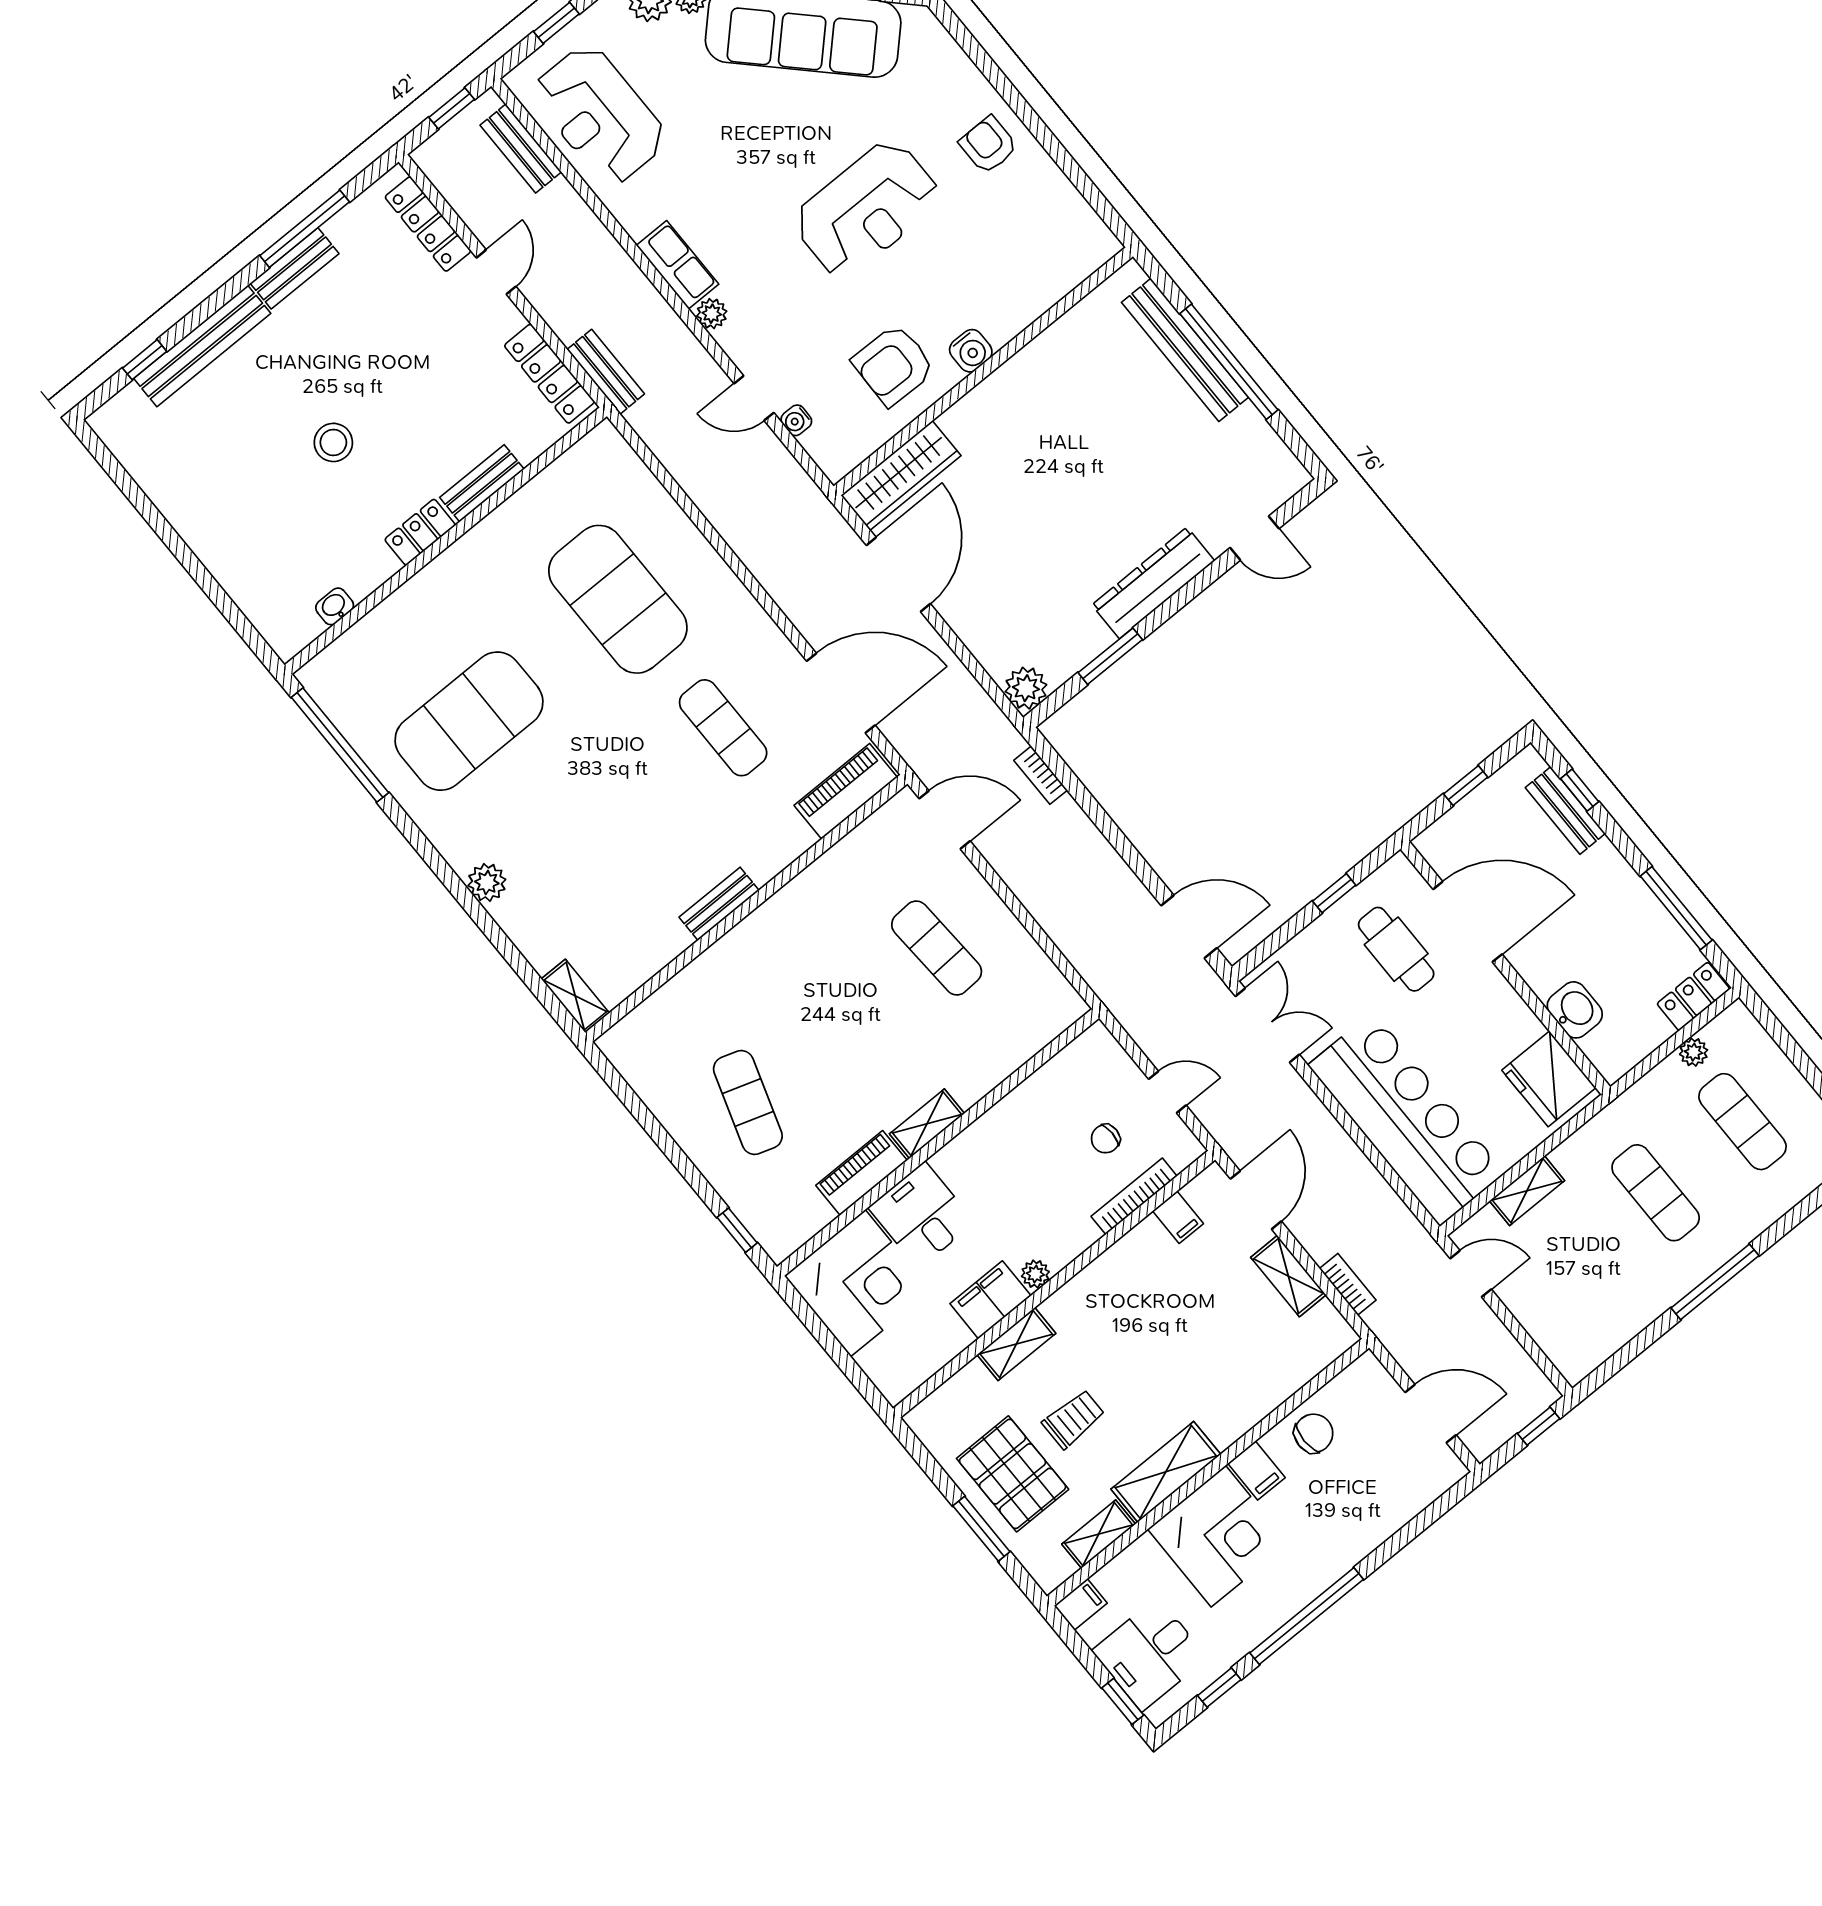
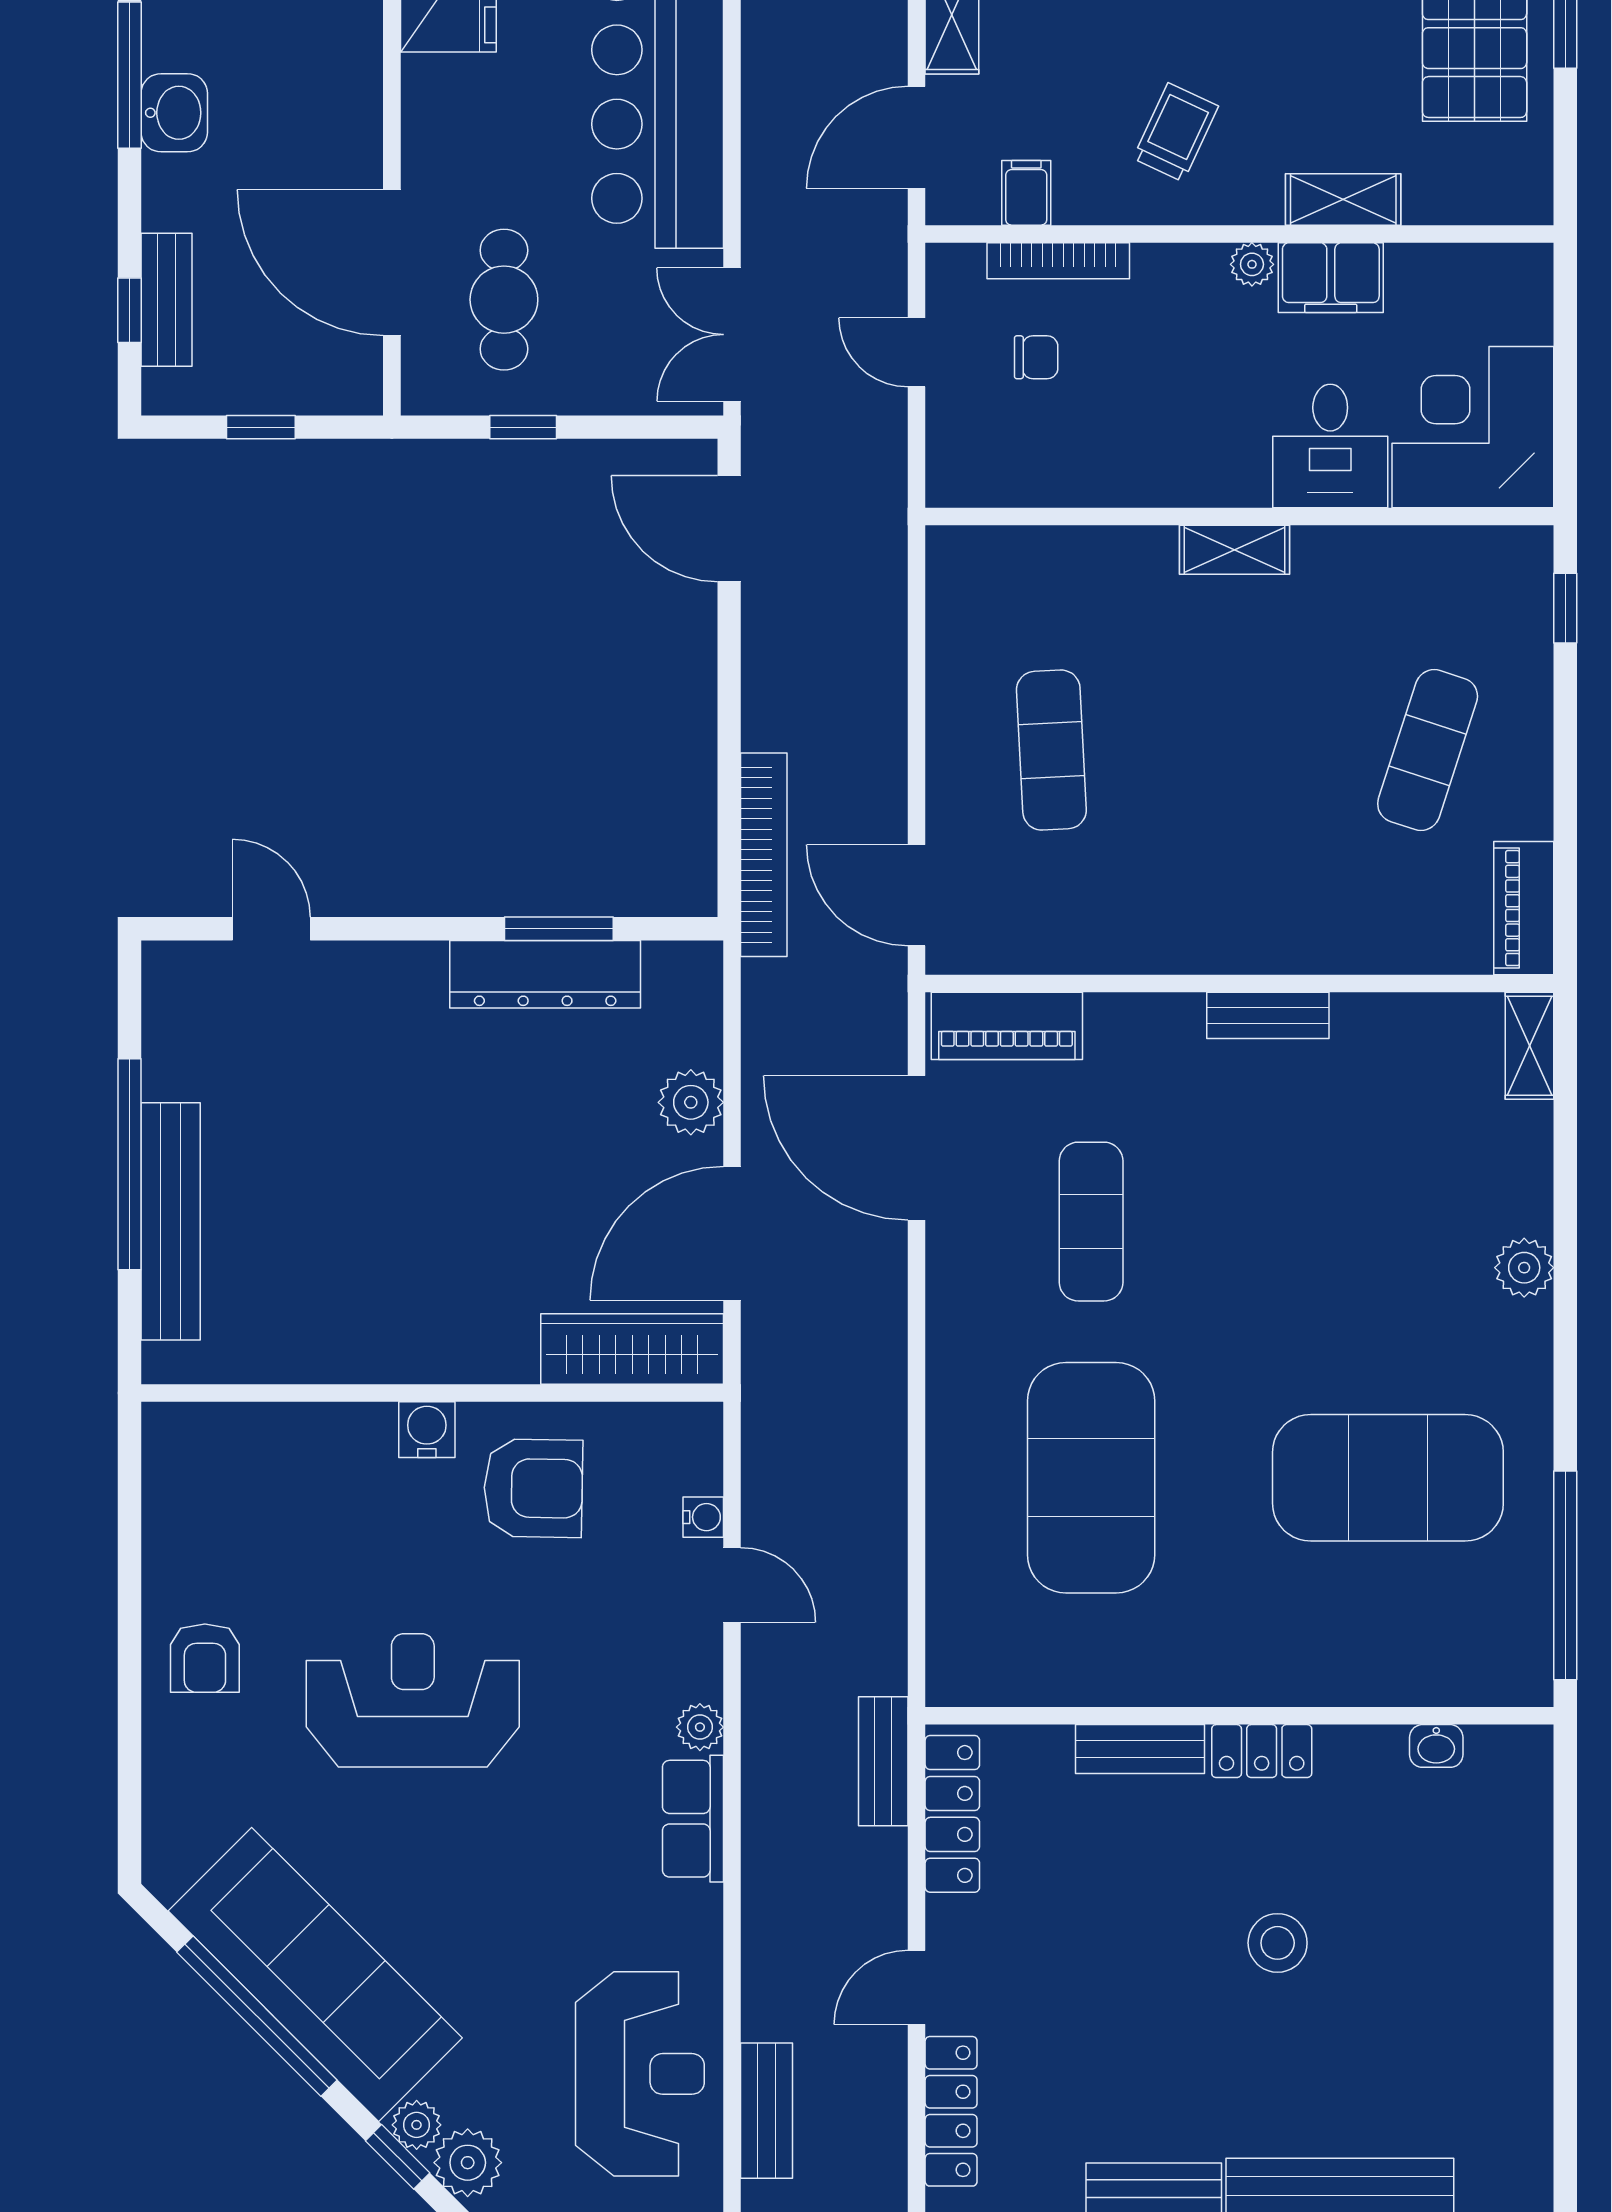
dresser: (1153, 583) -> (545, 974), moved
plant: (1026, 688) -> (691, 1102), moved
bookcase: (1041, 775) -> (764, 855), width x2.31, depth x1.31
washbasin: (1575, 1010) -> (174, 113), moved, turned 180
piano: (861, 1173) -> (1524, 908), moved, turned 90
trolley: (1073, 1419) -> (1176, 132), moved, turned 115

